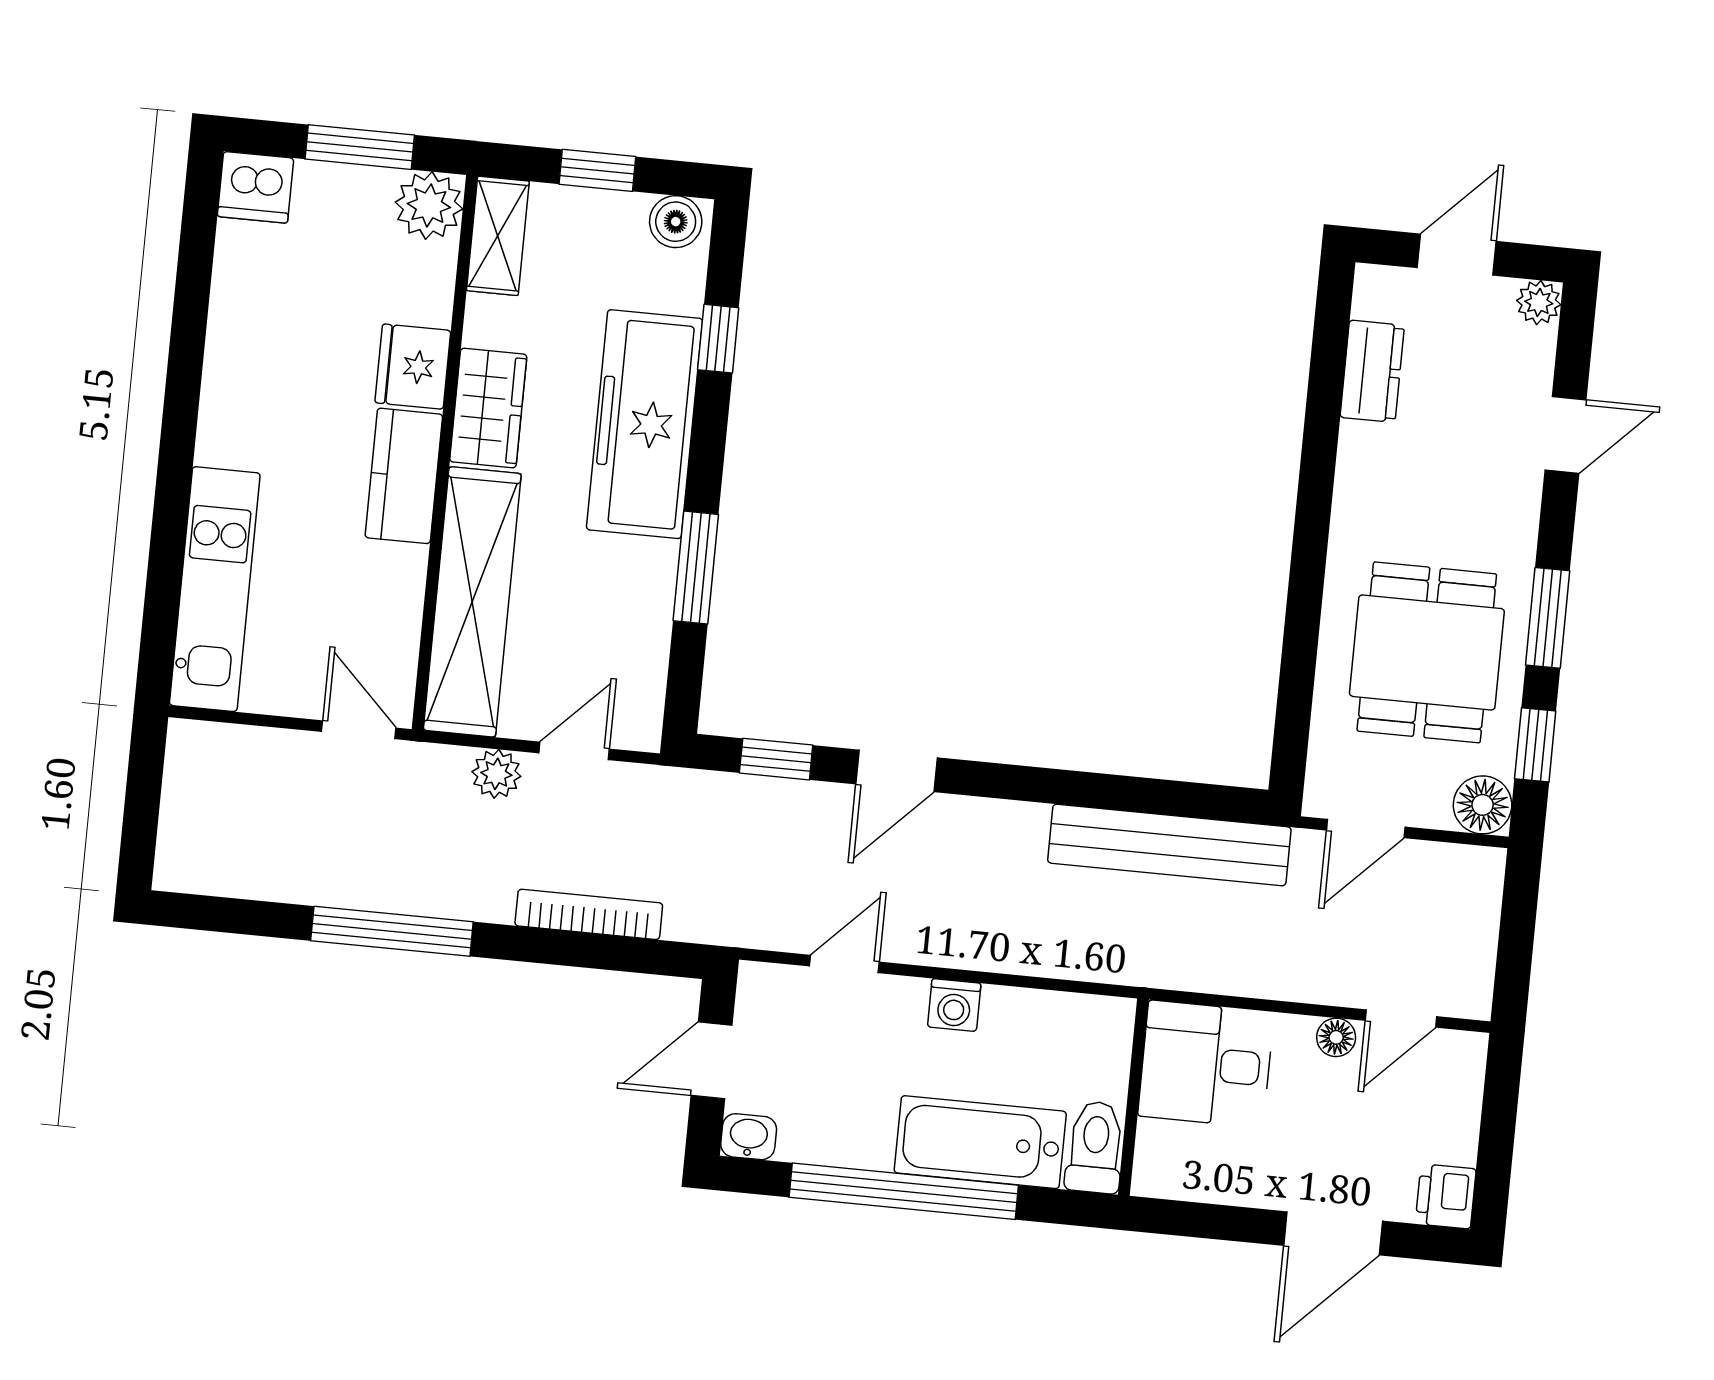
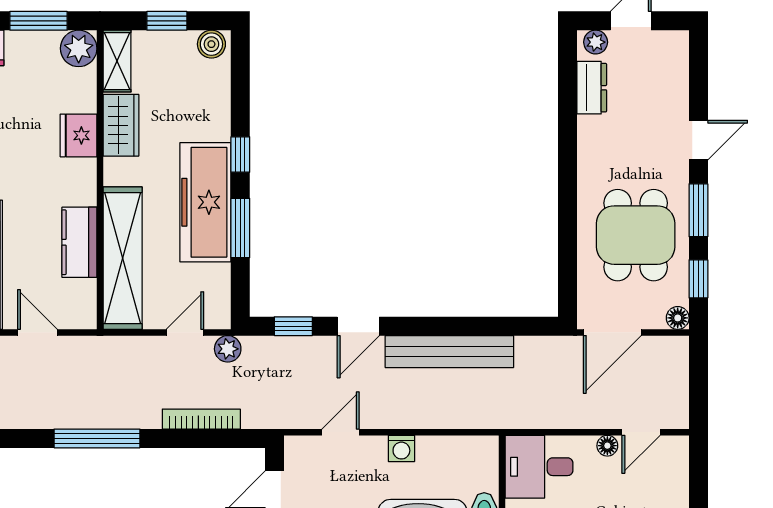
plant: (1539, 302) -> (596, 42), moved
window: (718, 339) -> (240, 154), moved
wardrobe: (488, 408) -> (121, 125), moved
freezer: (645, 424) -> (205, 202), moved
door: (1566, 435) -> (698, 140), moved
kitchen counter: (404, 476) -> (79, 242), moved
door: (359, 730) -> (37, 332), moved
plant: (496, 774) -> (228, 349), moved
floor lamp: (1483, 805) -> (678, 318), width x0.73, depth x0.73
door: (1366, 829) -> (612, 332), width x1.38
bench: (1169, 845) -> (449, 352), moved

